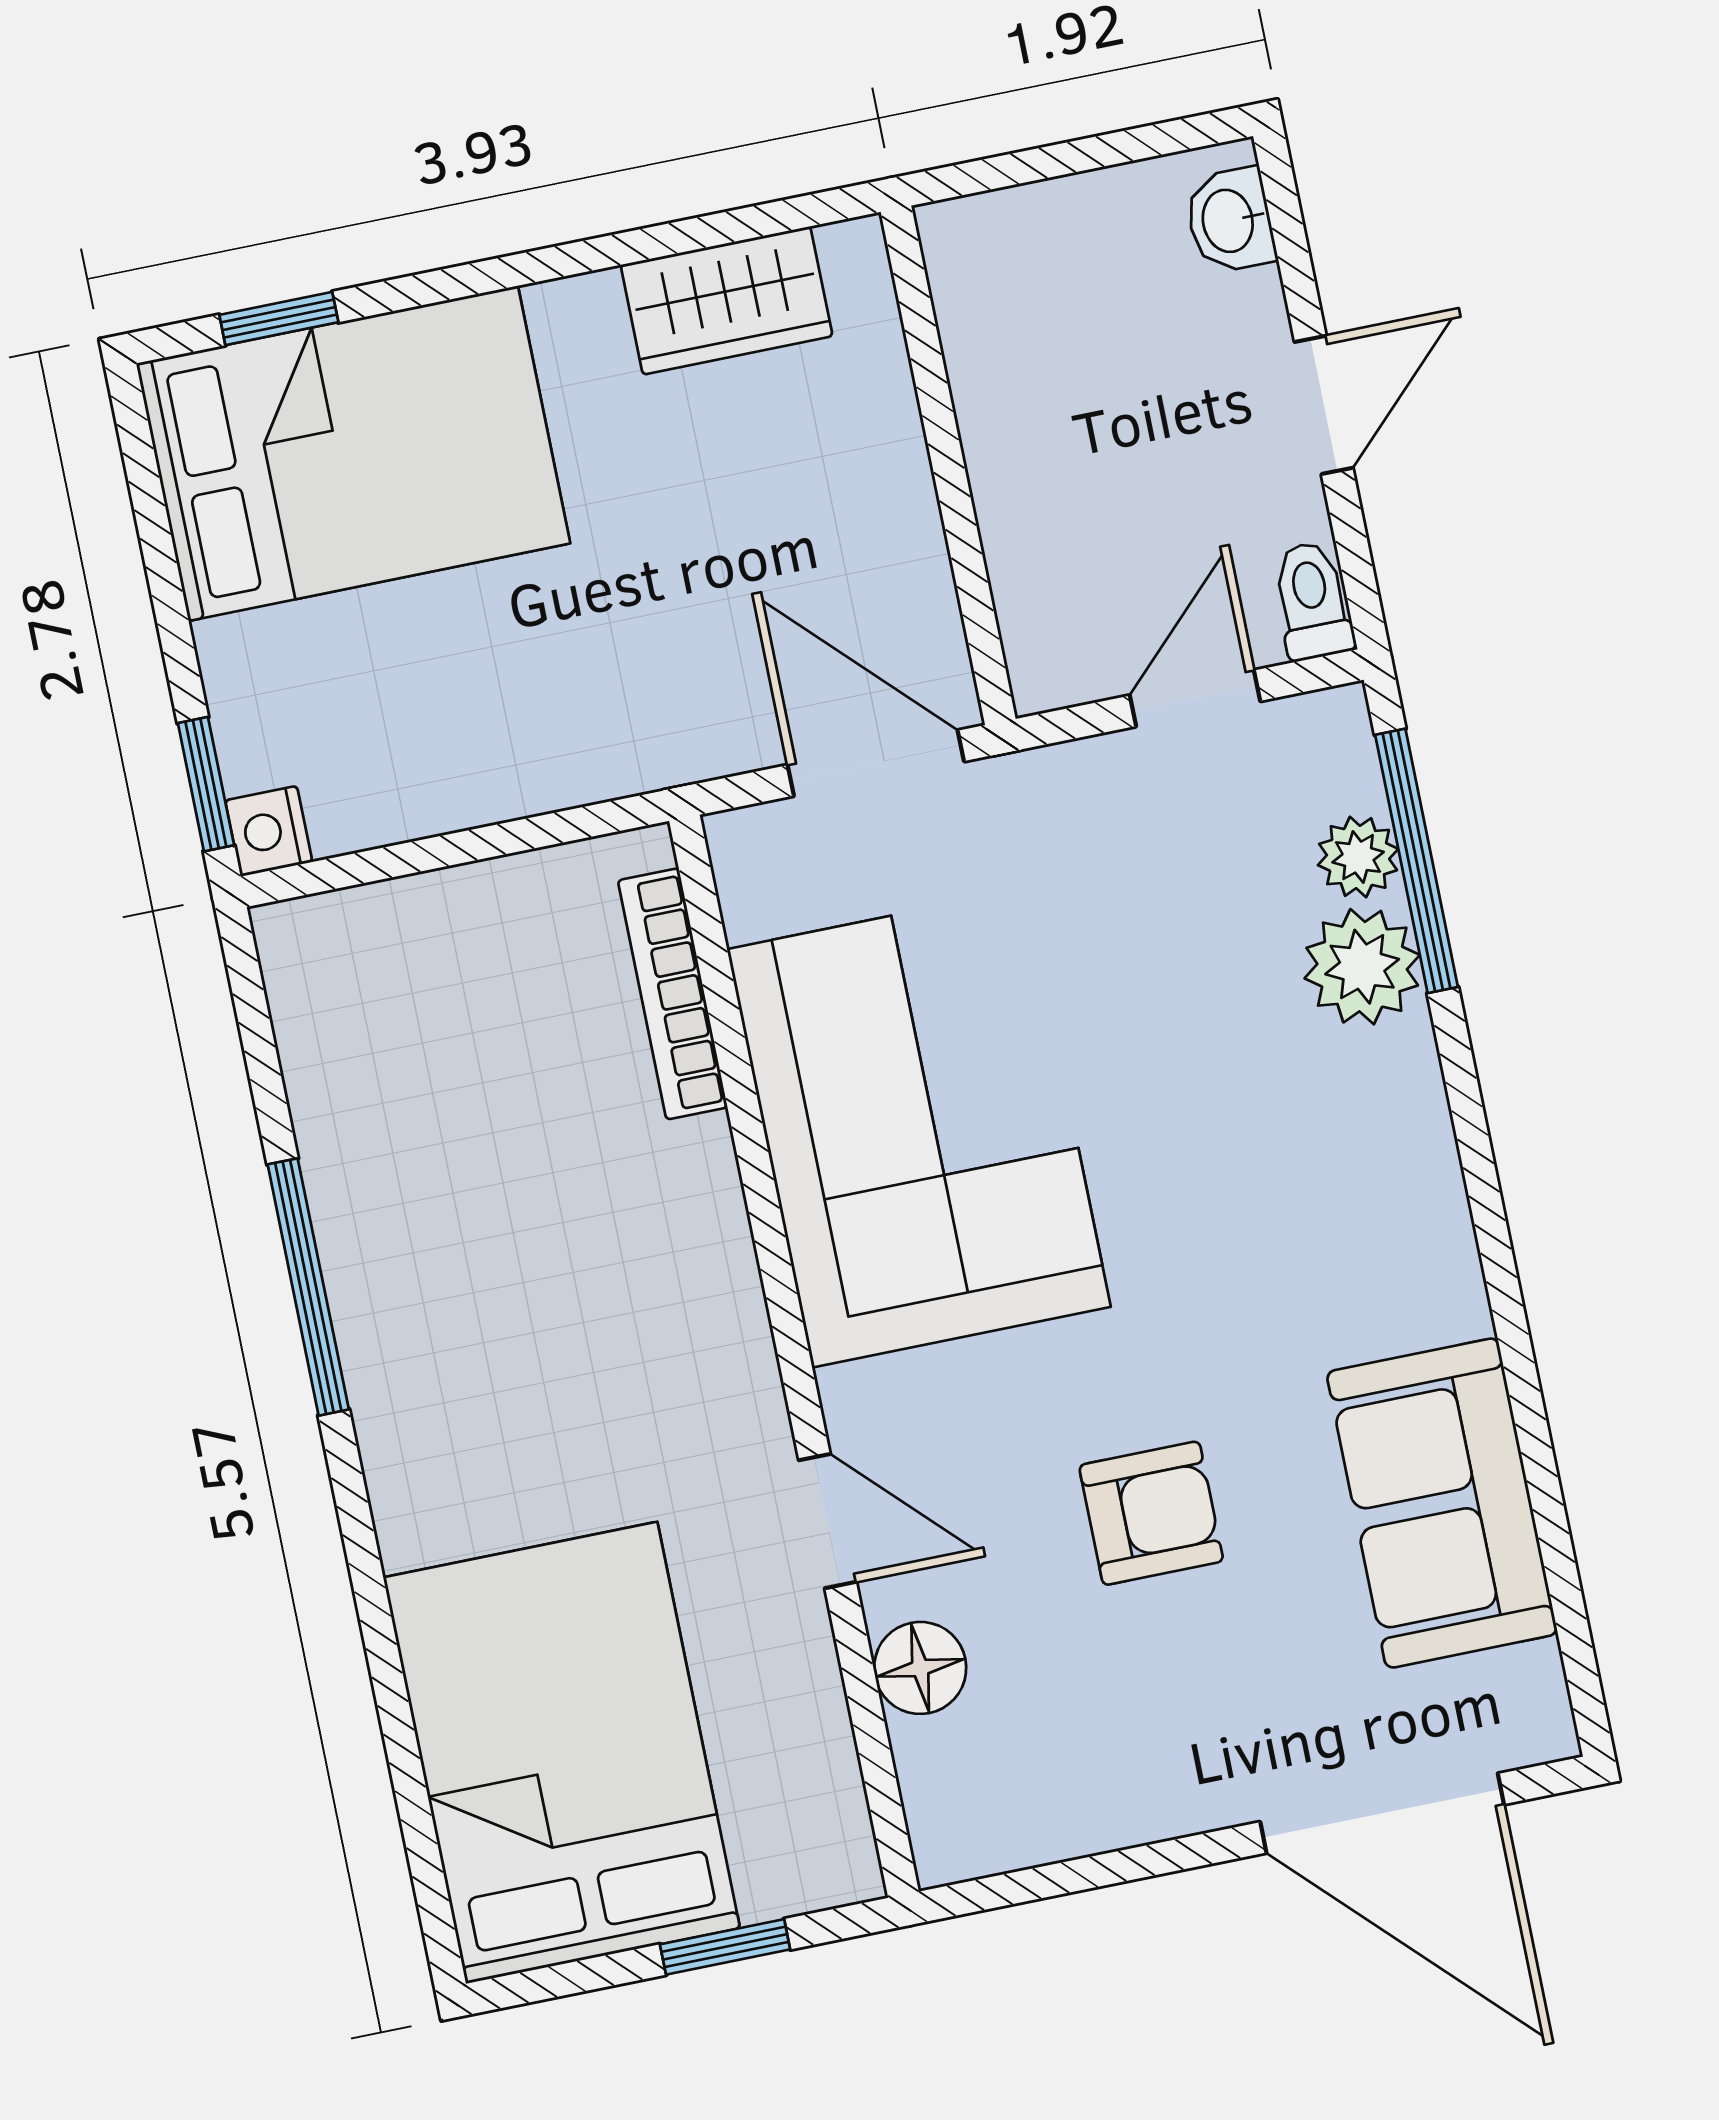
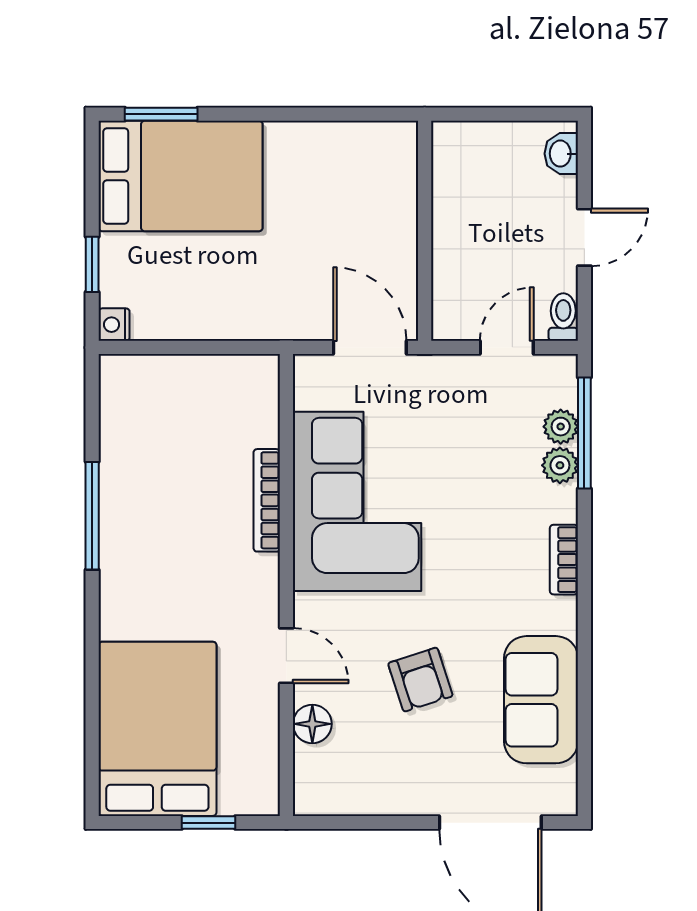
wardrobe: (727, 301) -> (347, 144), removed
window: (279, 319) -> (161, 114), width x1.50
window: (206, 784) -> (92, 264), moved
plant: (1362, 967) -> (560, 465), width x0.73, depth x0.73
bookcase: (673, 994) -> (267, 500), moved
bookcase: (1429, 1165) -> (564, 560), added
armchair: (1151, 1513) -> (420, 680), turned 72

